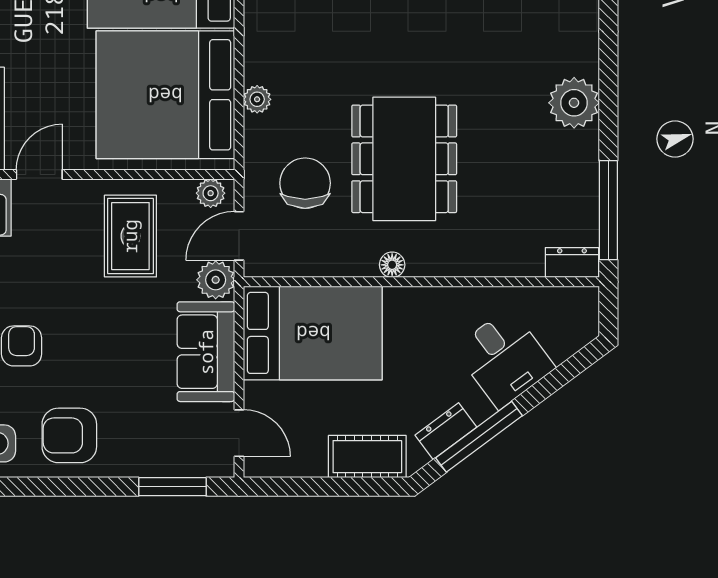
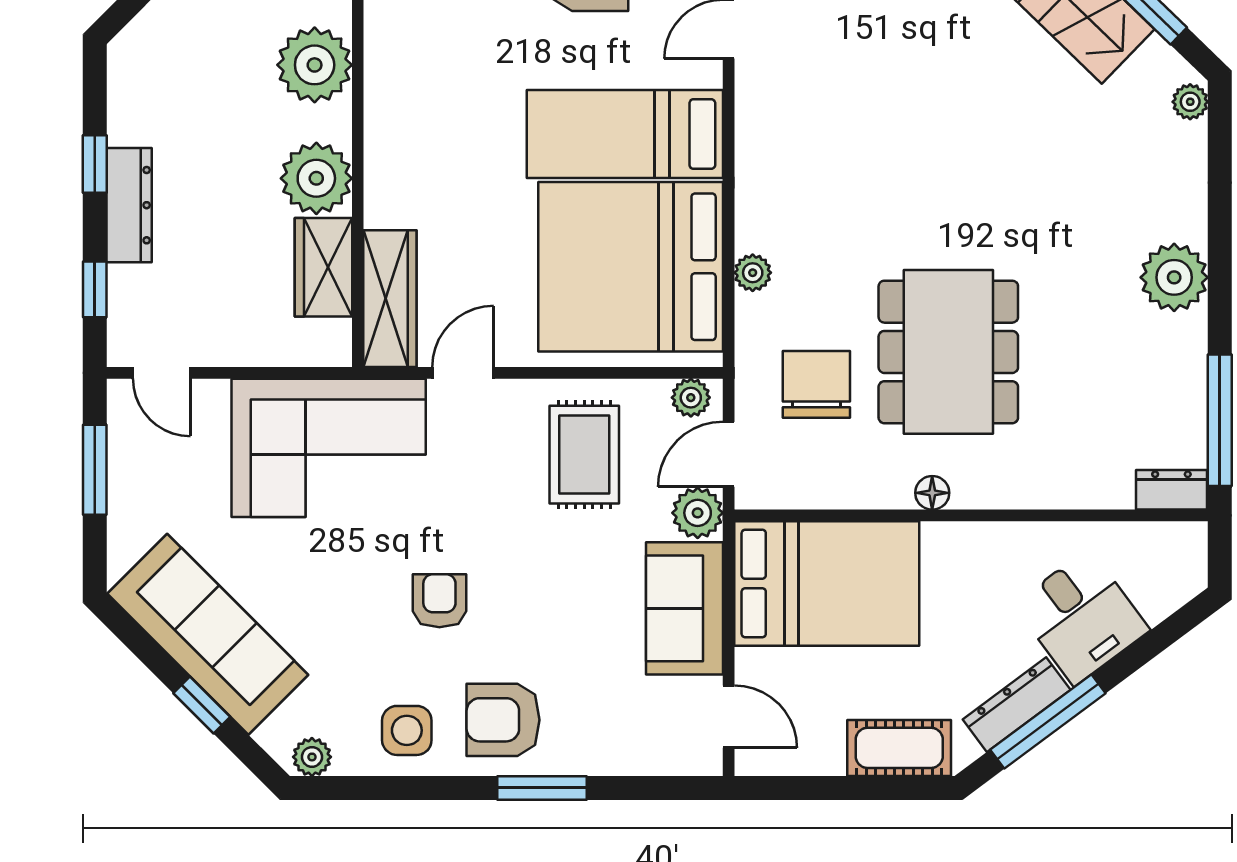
dresser: (446, 431) -> (1017, 705), width x1.44
window: (172, 487) -> (542, 788), moved

